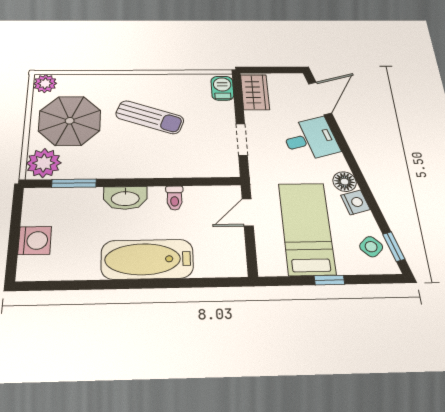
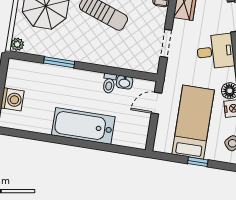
plant: (44, 163) -> (17, 44), width x0.53, depth x0.53
window: (74, 183) -> (59, 62), moved
washbasin: (125, 198) -> (125, 82), moved, width x0.52, depth x0.69

